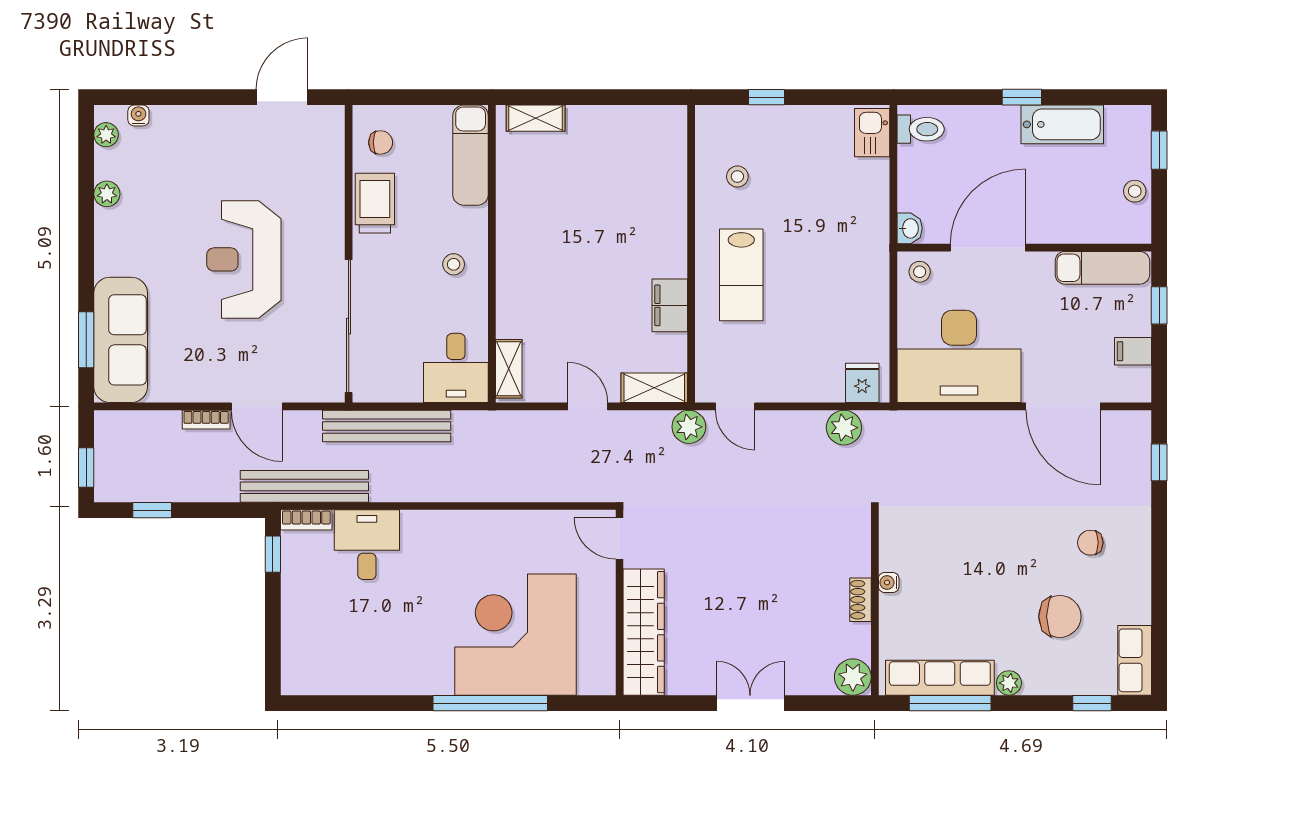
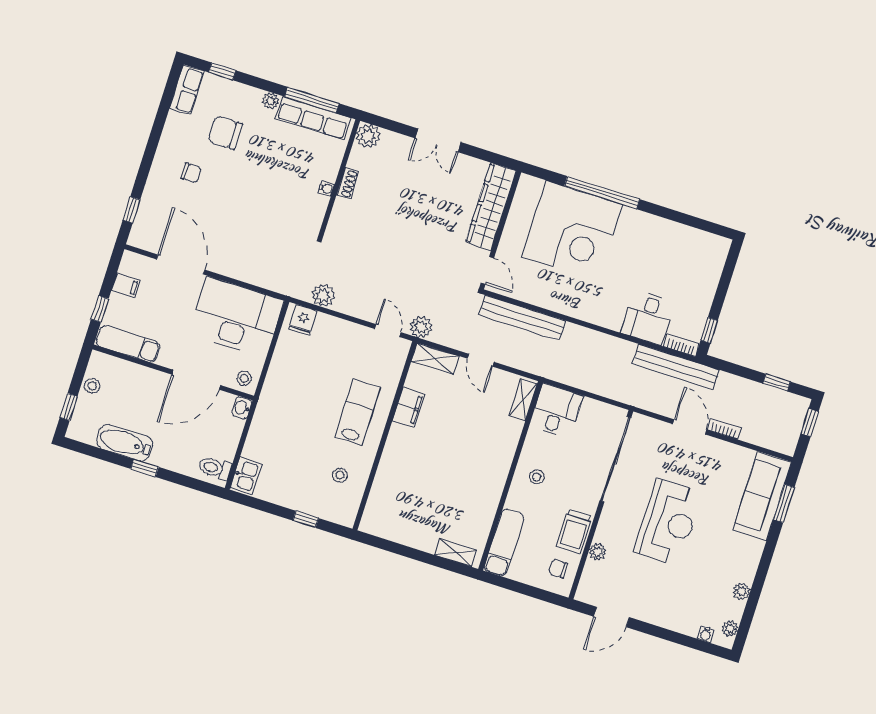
plant: (332, 185) -> (597, 552), added
bench: (387, 426) -> (522, 318), moved

